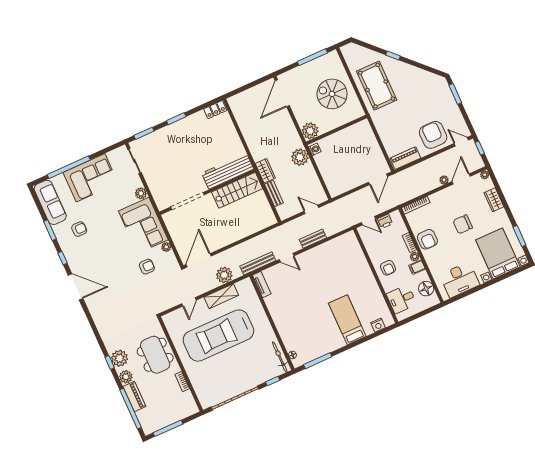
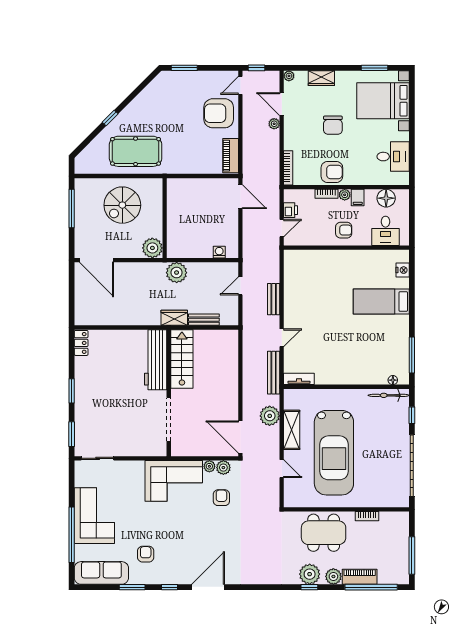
washing machine: (315, 149) -> (219, 252), moved
plant: (141, 193) -> (223, 468), moved
desk: (460, 280) -> (393, 157), width x0.73

